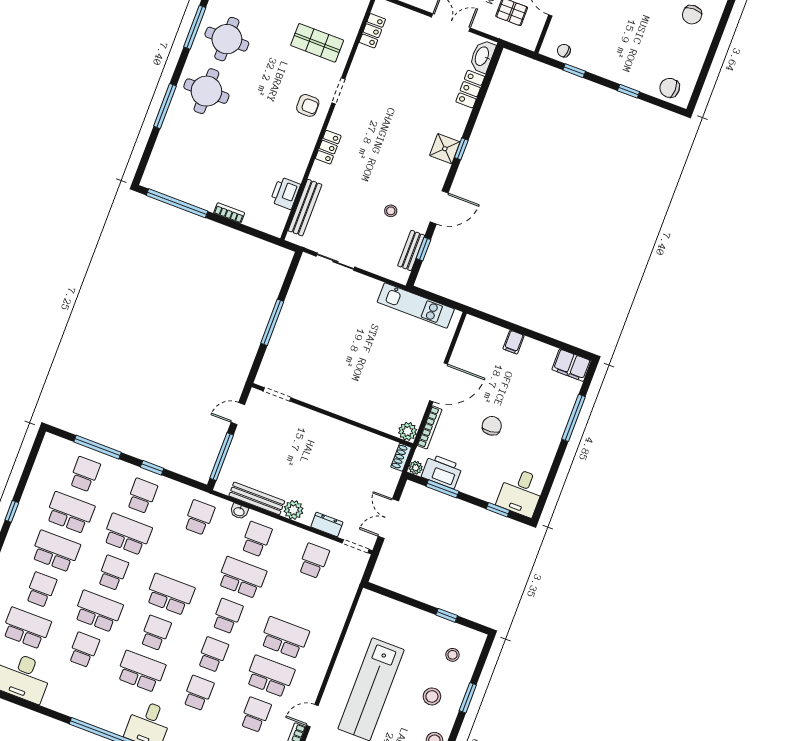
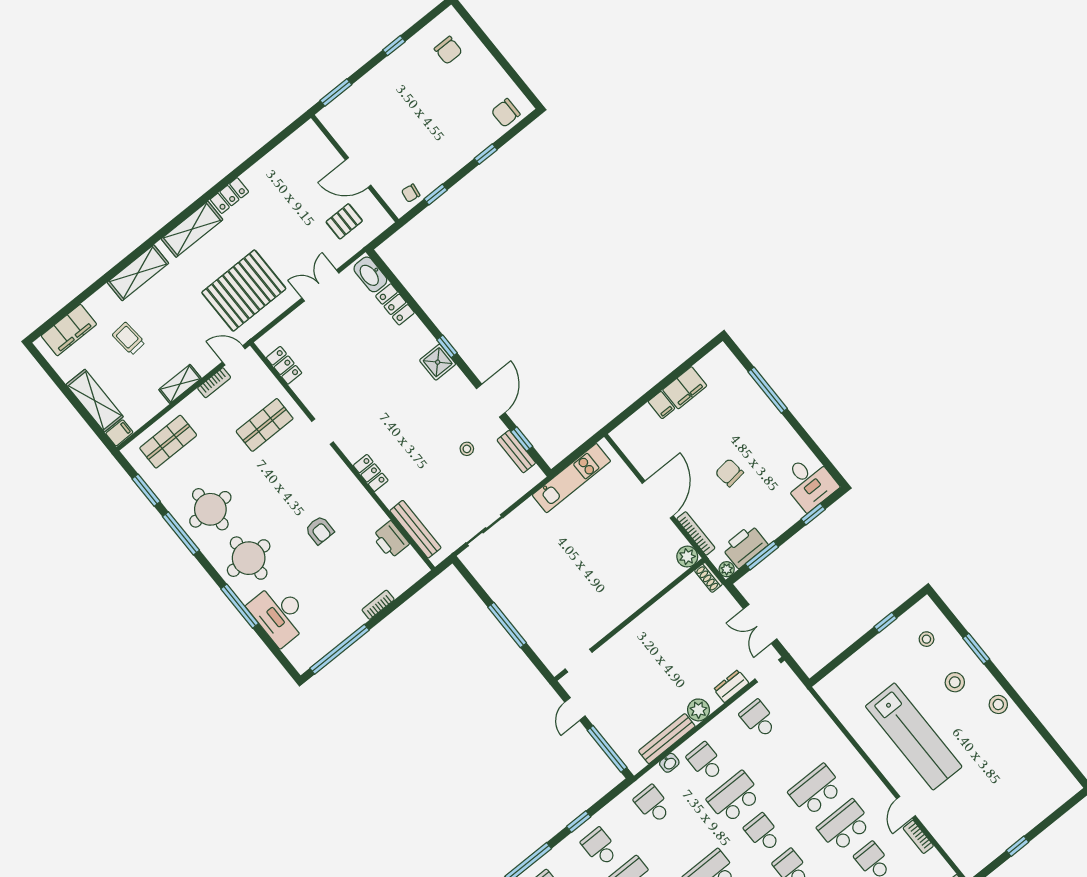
armchair: (308, 105) -> (320, 530), moved, turned 90
desk: (177, 141) -> (279, 614), added
filing cabinet: (572, 365) -> (685, 388), moved

